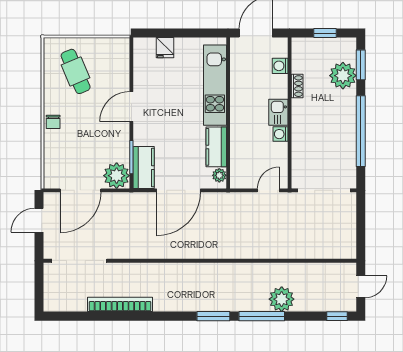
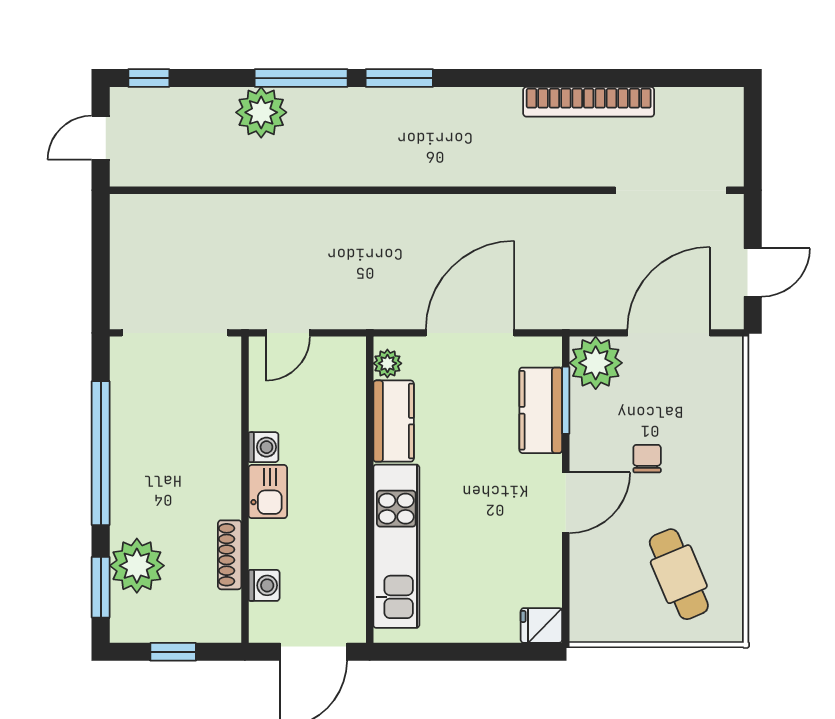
fridge: (165, 48) -> (541, 625), moved, turned -90
shoe rack: (297, 86) -> (230, 555), width x1.43
chair: (53, 122) -> (647, 459), moved
kitchen counter: (144, 168) -> (541, 410), moved

